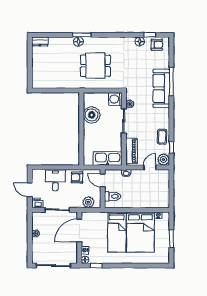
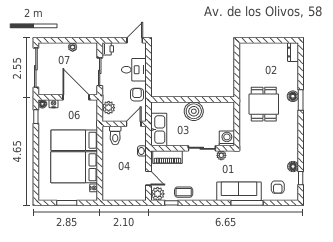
armchair: (157, 45) -> (278, 187), moved
dining table: (95, 66) -> (264, 104), moved
boiler: (92, 115) -> (194, 111), moved
door: (30, 190) -> (135, 40), moved

